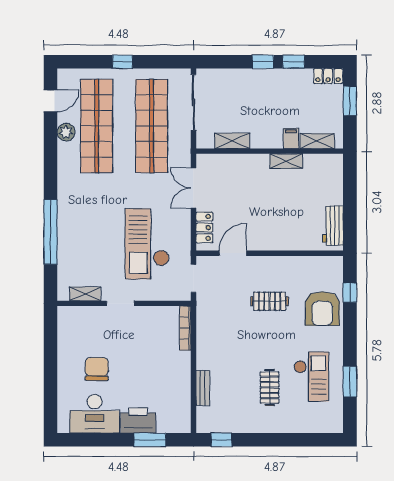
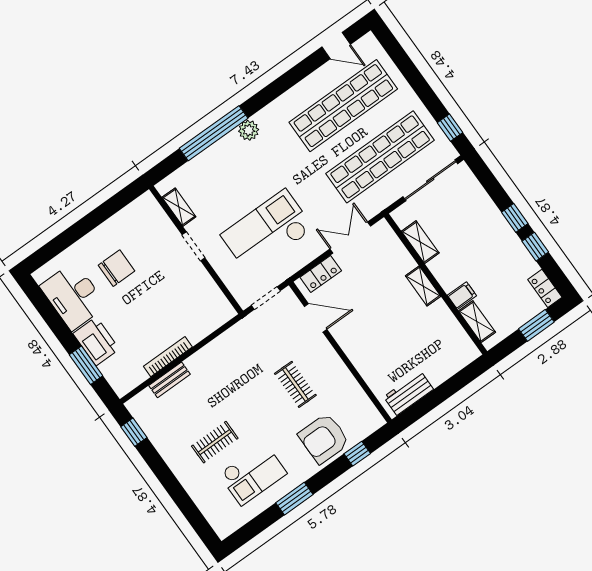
window: (123, 62) -> (450, 128), moved
plant: (66, 132) -> (249, 130), moved
shelving: (286, 161) -> (423, 286), moved
bookcase: (185, 328) -> (168, 357), moved
window: (350, 382) -> (294, 499), moved

